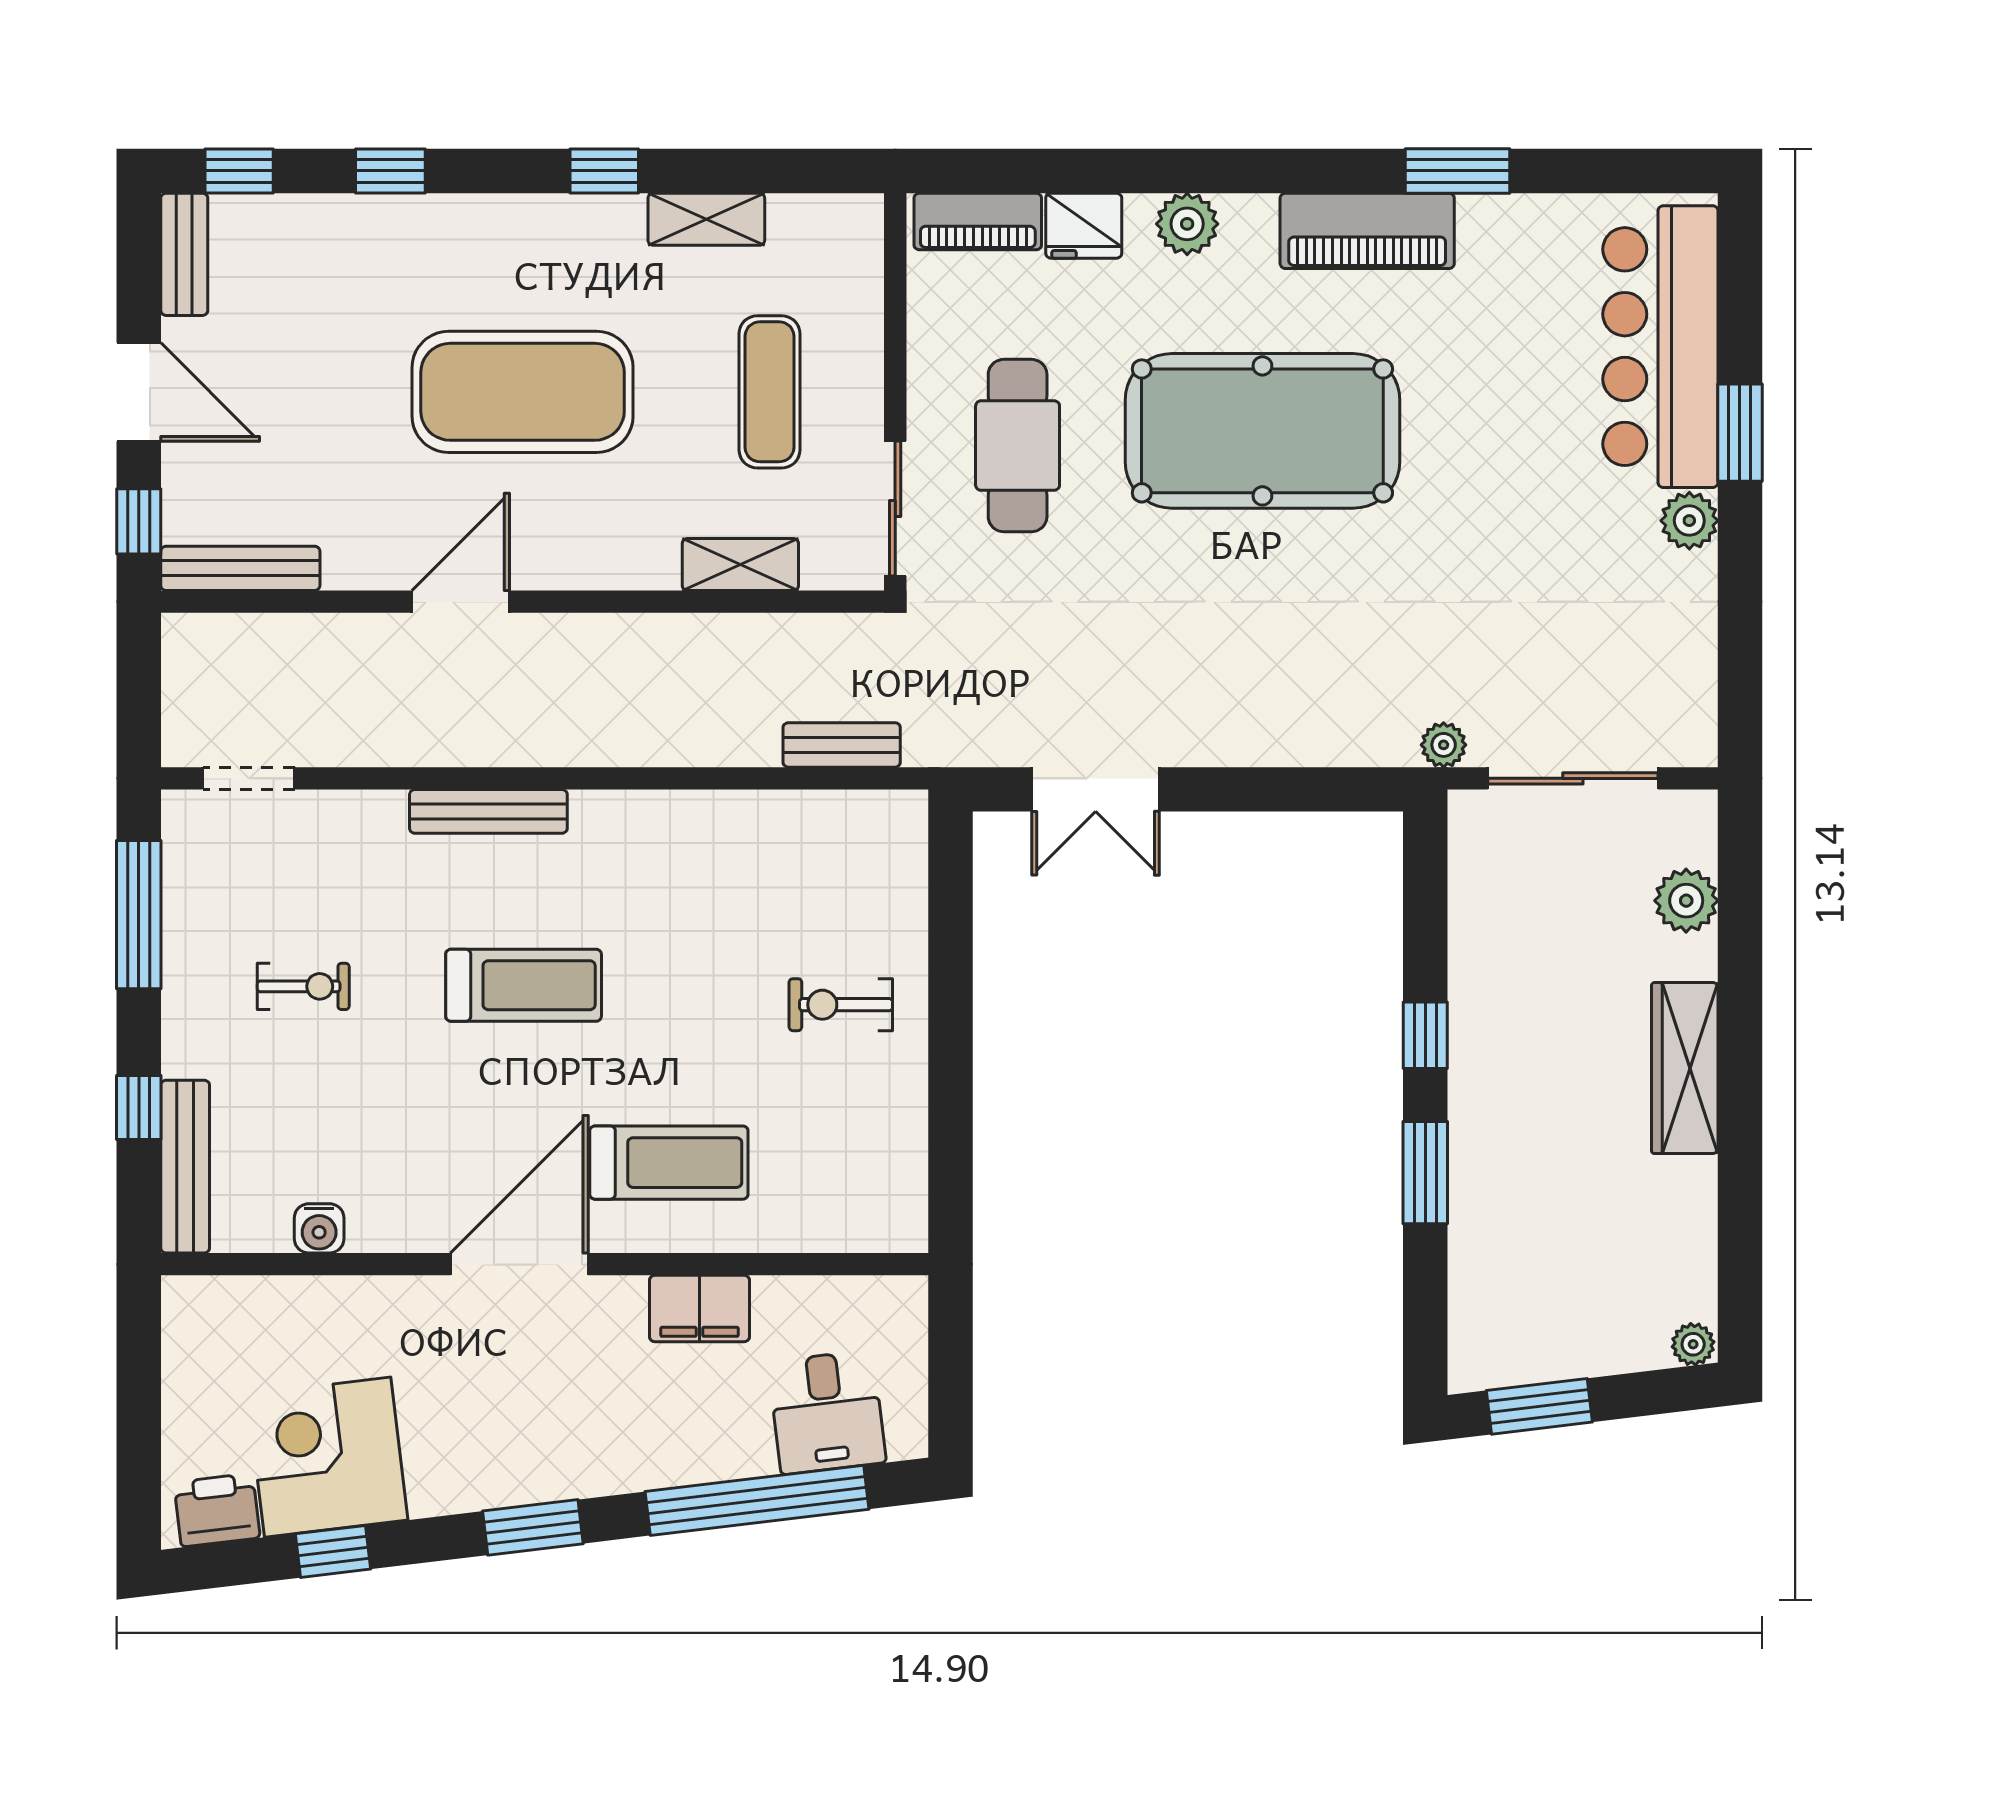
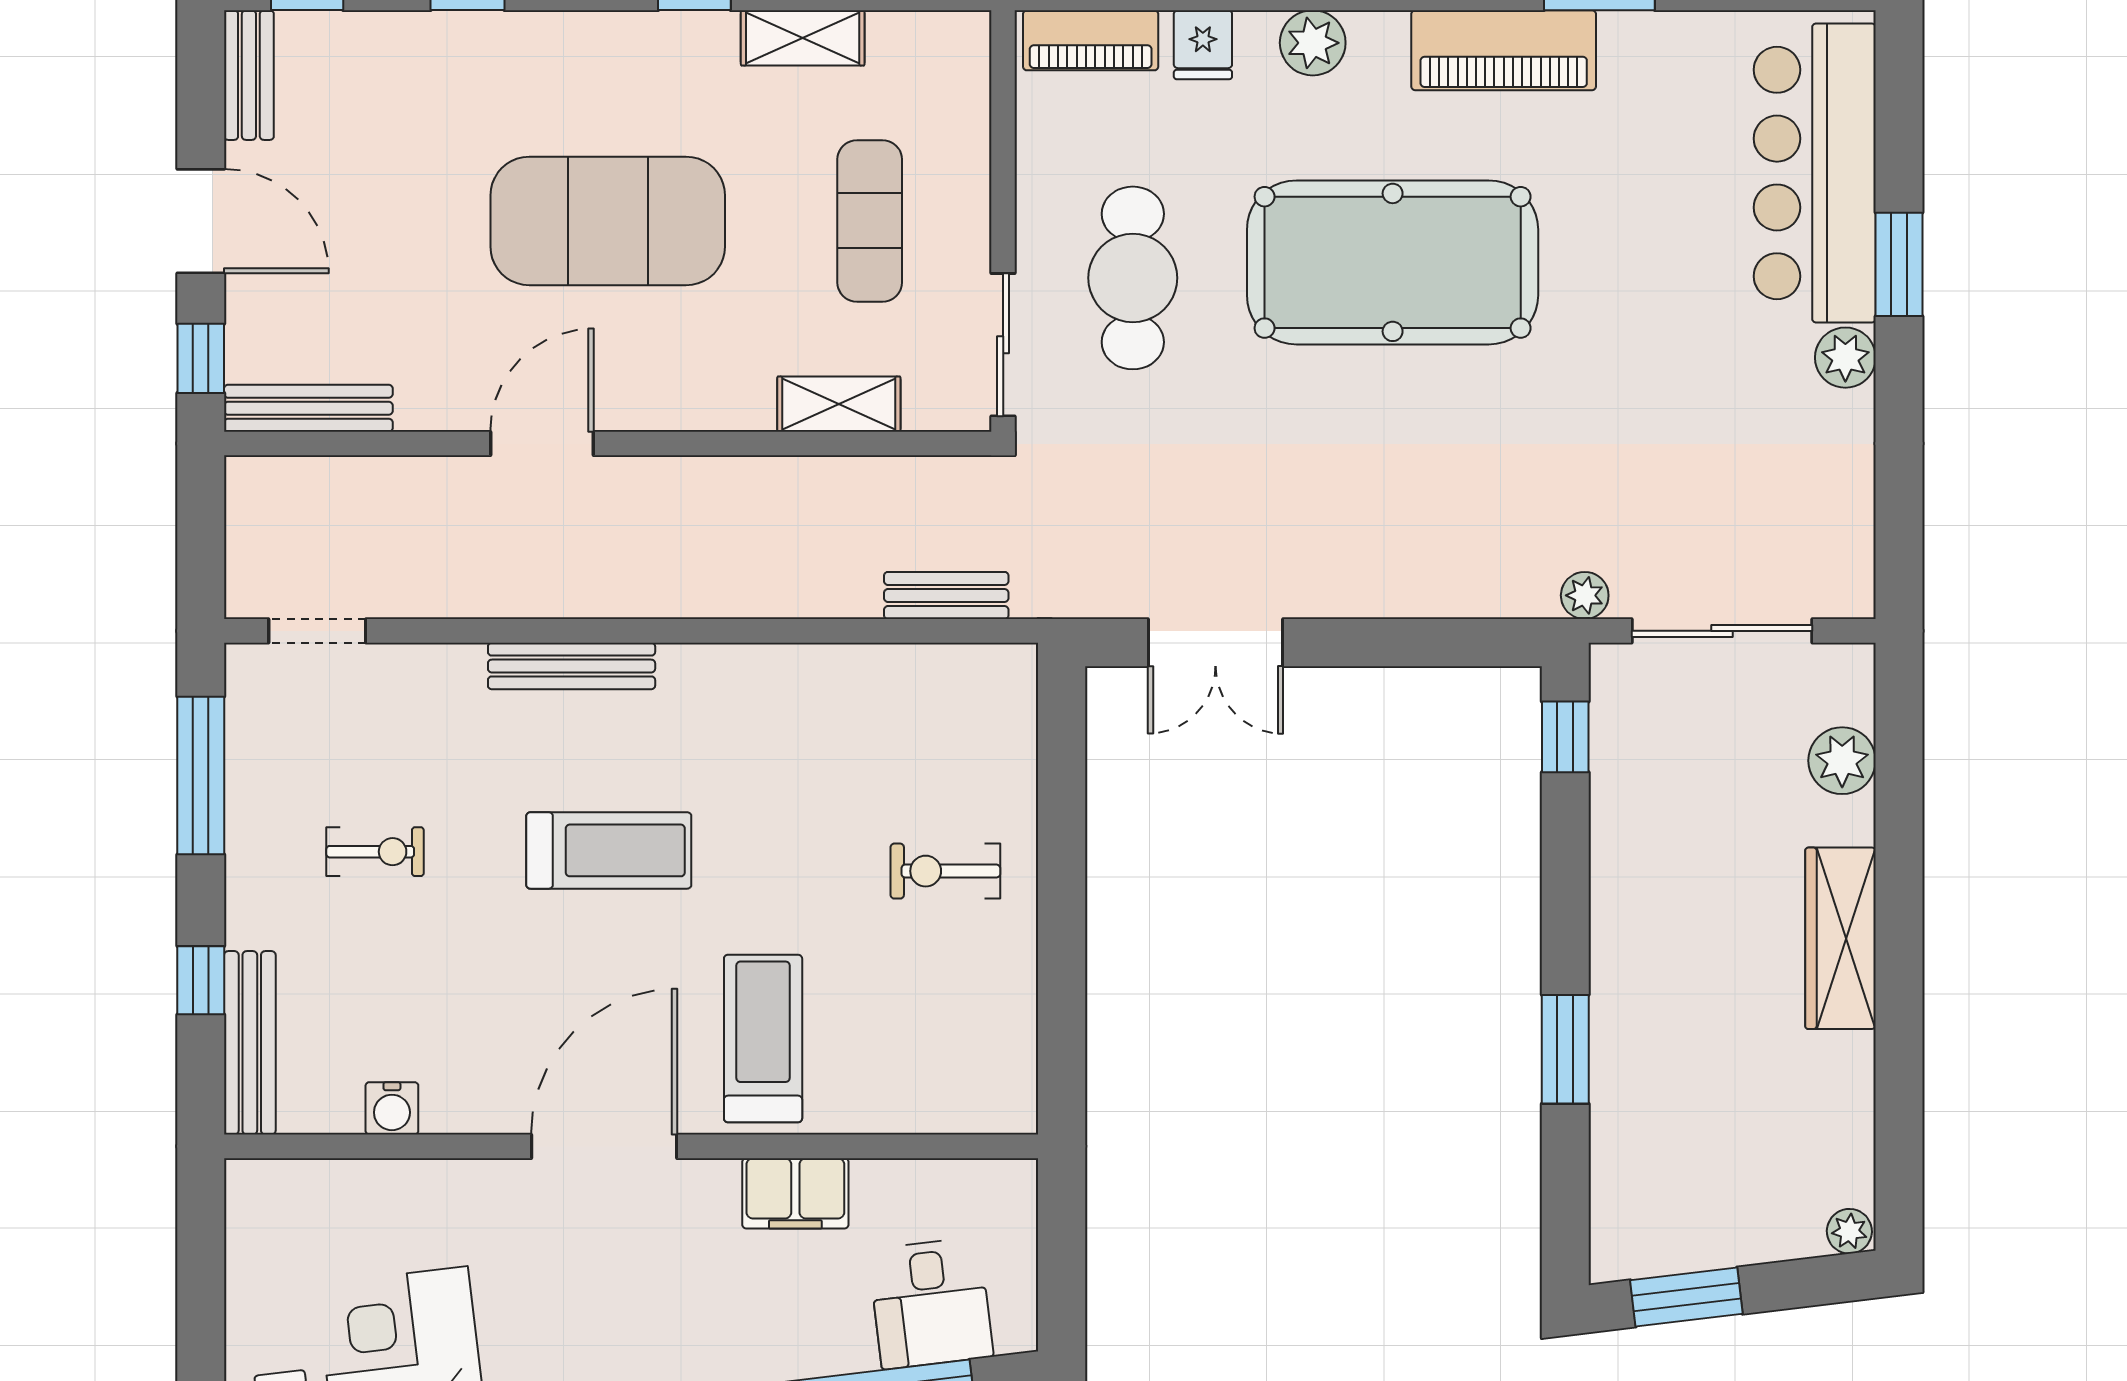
fridge: (1084, 226) -> (1203, 45), width x0.72
window: (1425, 1035) -> (1565, 737), moved
treadmill: (669, 1163) -> (763, 1038), turned -90

